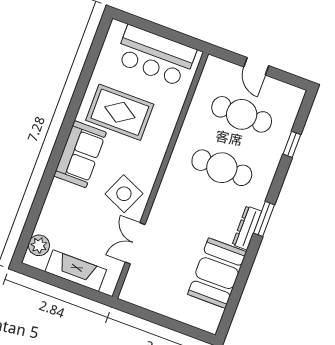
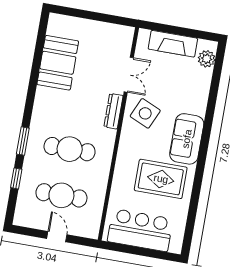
window: (264, 219) -> (23, 141), moved
dresser: (247, 228) -> (114, 111), moved, turned 180

